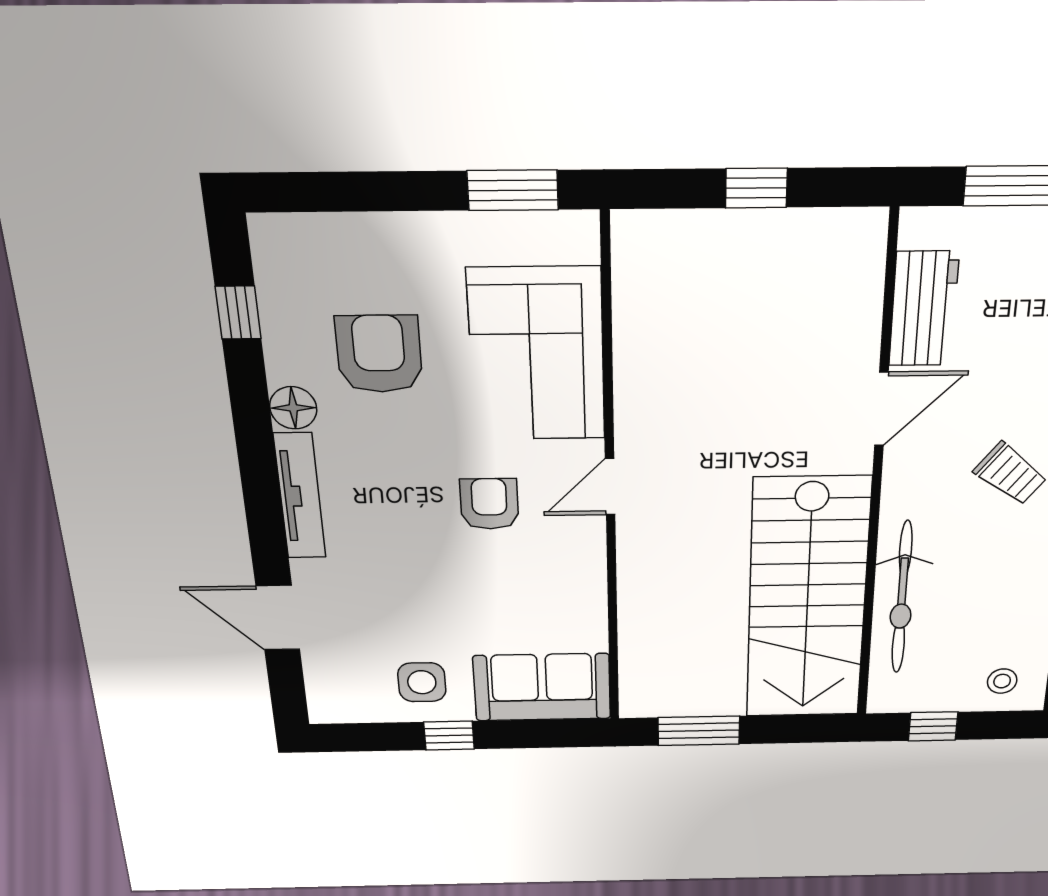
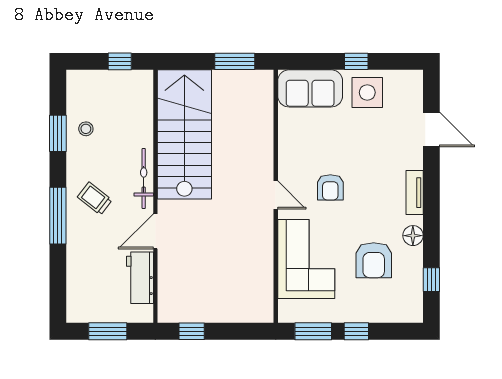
window: (756, 188) -> (192, 331), moved
window: (407, 191) -> (356, 331), added
door: (610, 487) -> (276, 195), hinge flipped
tv unit: (300, 496) -> (415, 193), width x0.71
bicycle: (902, 598) -> (144, 178), moved, width x0.73, depth x0.71
stool: (1002, 681) -> (86, 129), moved
side table: (422, 682) -> (367, 92), width x1.37, depth x1.37

